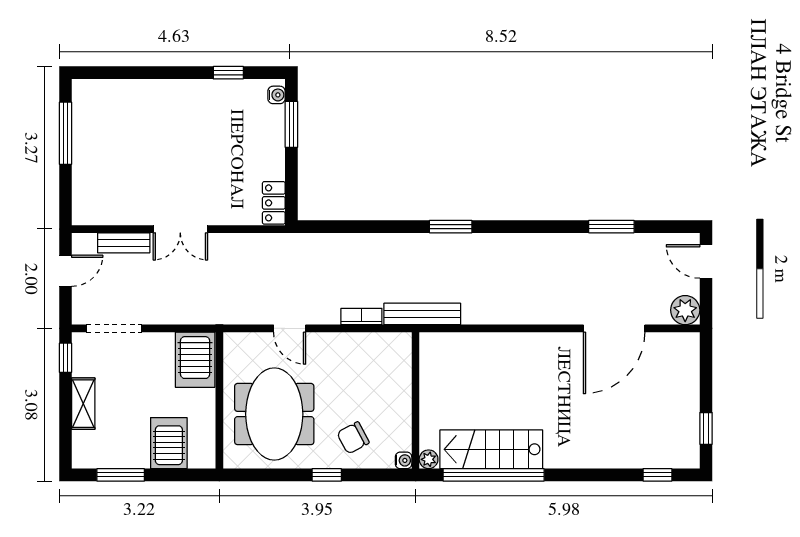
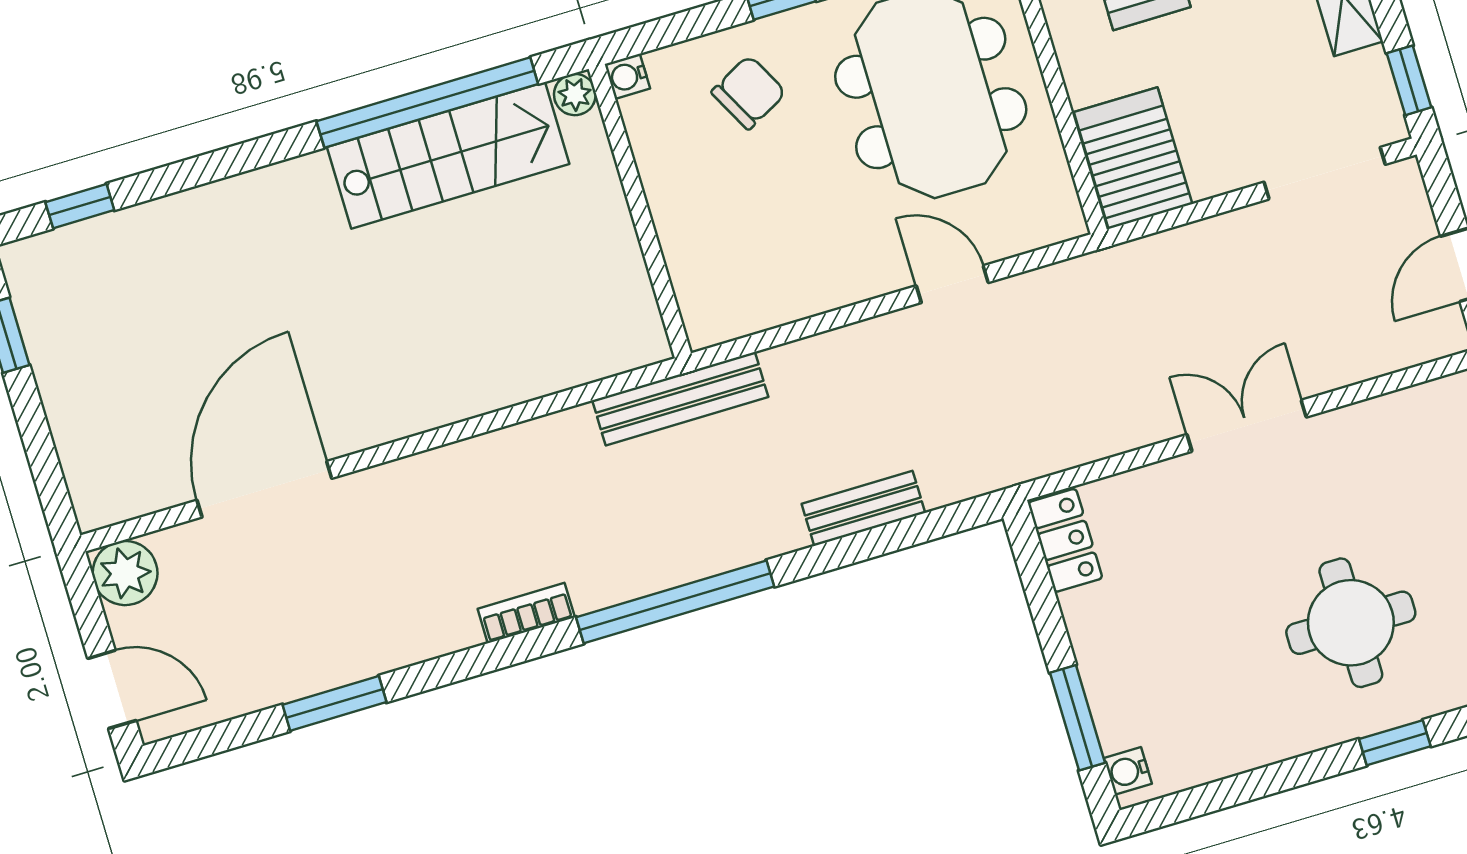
window: (228, 73) -> (1395, 743), moved
round table: (161, 130) -> (1351, 623), added
window: (451, 227) -> (675, 602), width x2.11
bench: (124, 243) -> (863, 508), moved
bookcase: (361, 316) -> (526, 613), moved, turned 180

